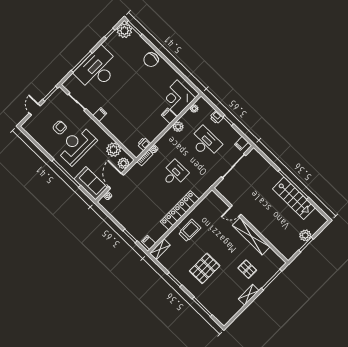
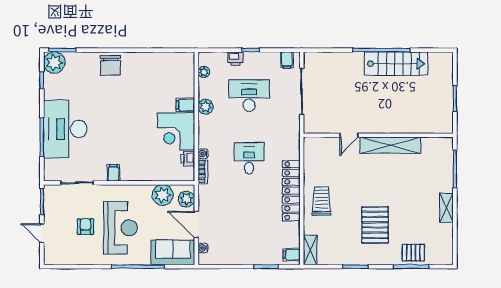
corner desk: (177, 98) -> (176, 132), moved
reception desk: (77, 145) -> (121, 228), turned 180
plant: (305, 235) -> (445, 90), removed
pallet: (247, 269) -> (413, 253), moved

